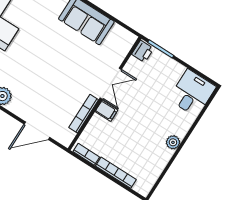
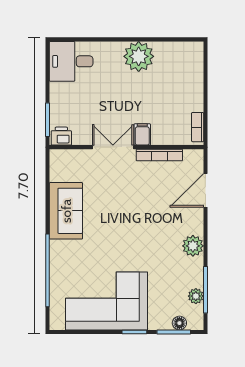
door: (37, 131) -> (205, 190), swing flipped
plant: (173, 142) -> (139, 56), width x1.88, depth x1.88
bookcase: (116, 173) -> (197, 86), removed

